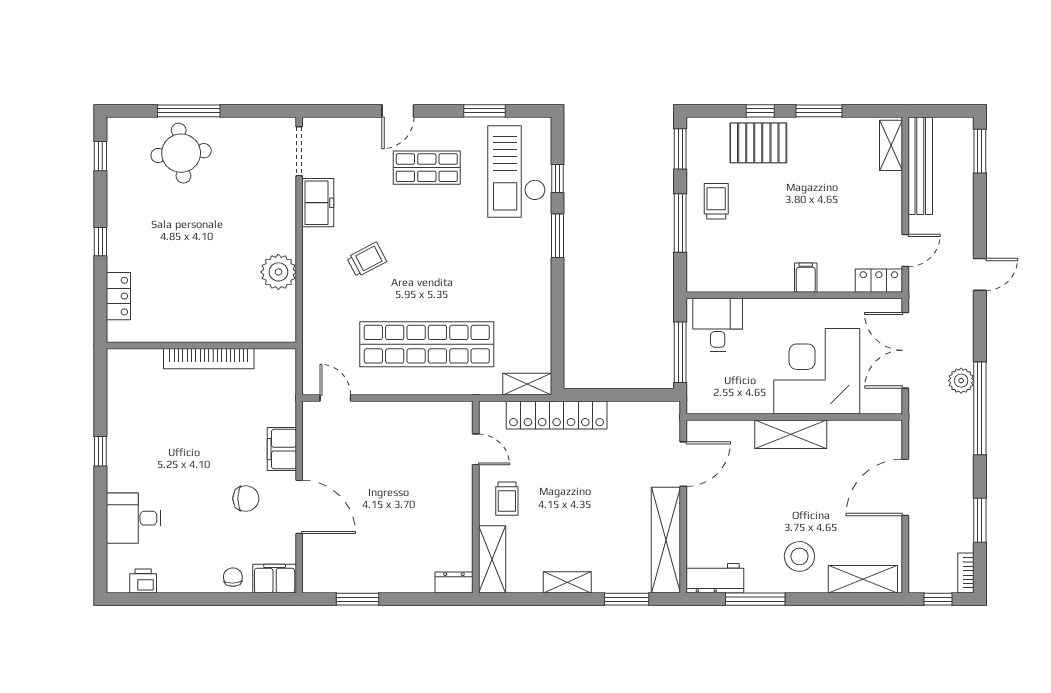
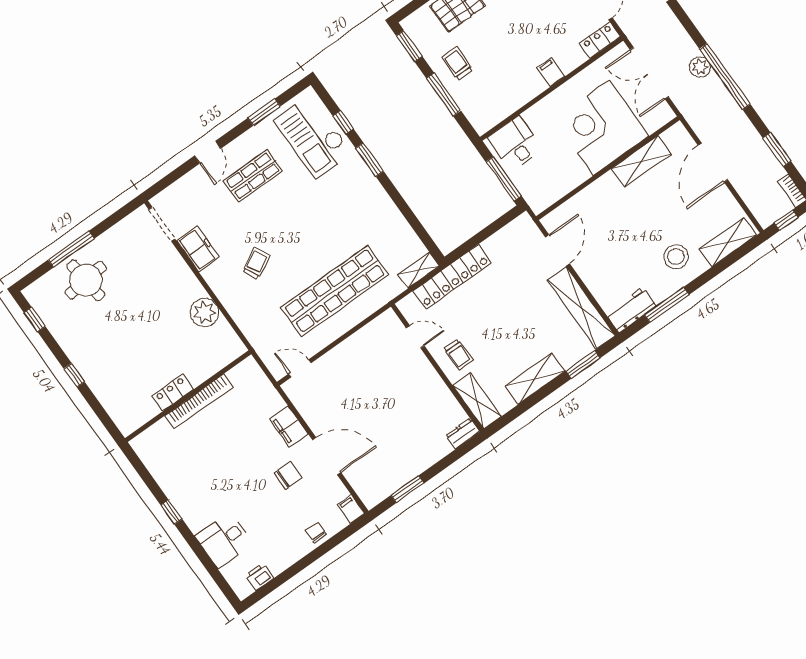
locker: (118, 296) -> (173, 393), moved, turned -90
shelving: (791, 434) -> (641, 161), moved
filing cabinet: (275, 579) -> (351, 509), width x0.50
shelving: (567, 582) -> (535, 379), width x1.50, depth x1.33

